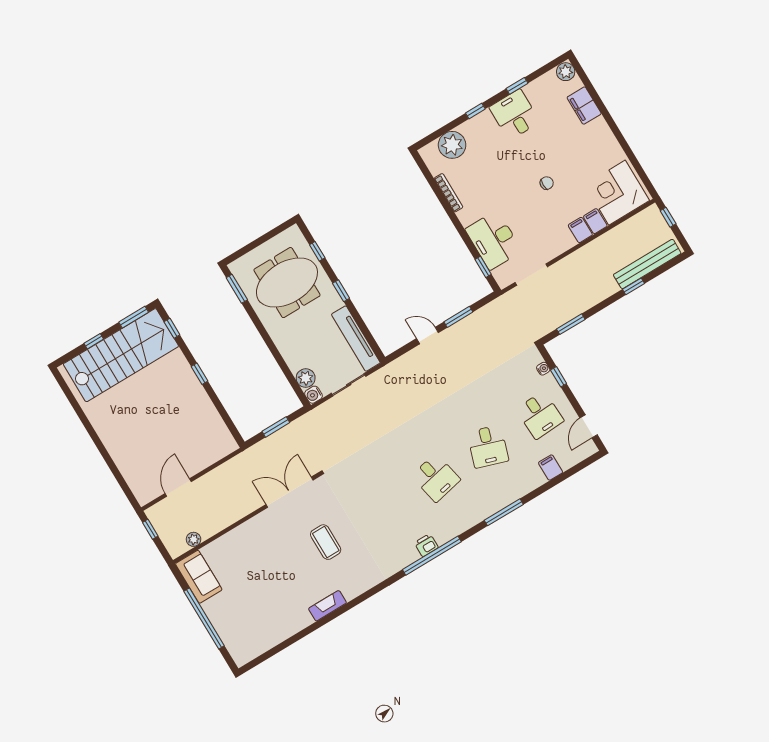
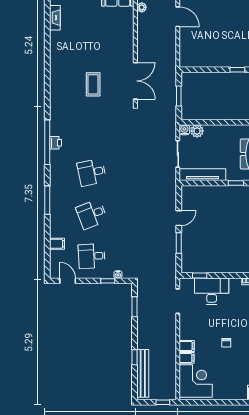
desk: (488, 446) -> (92, 214), turned -39
coffee table: (326, 542) -> (93, 84), turned 90
fireplace: (327, 606) -> (55, 18), moved

